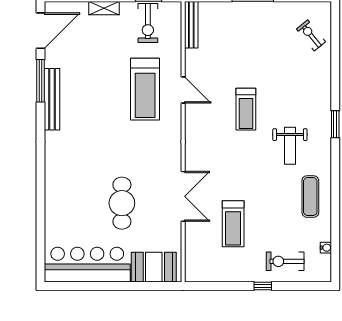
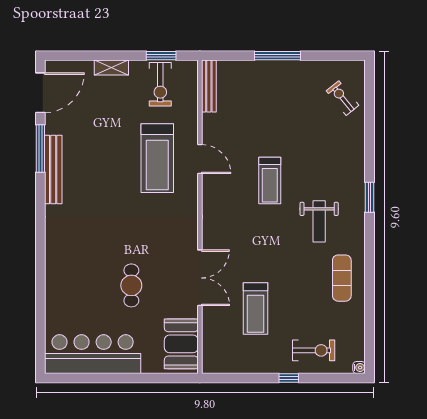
cafe table: (122, 203) -> (131, 285), width x0.73, depth x0.74
water cooler: (326, 248) -> (359, 368), moved
exercise bike: (285, 261) -> (314, 350), turned 180
booth: (154, 267) -> (181, 344), moved, turned 90

